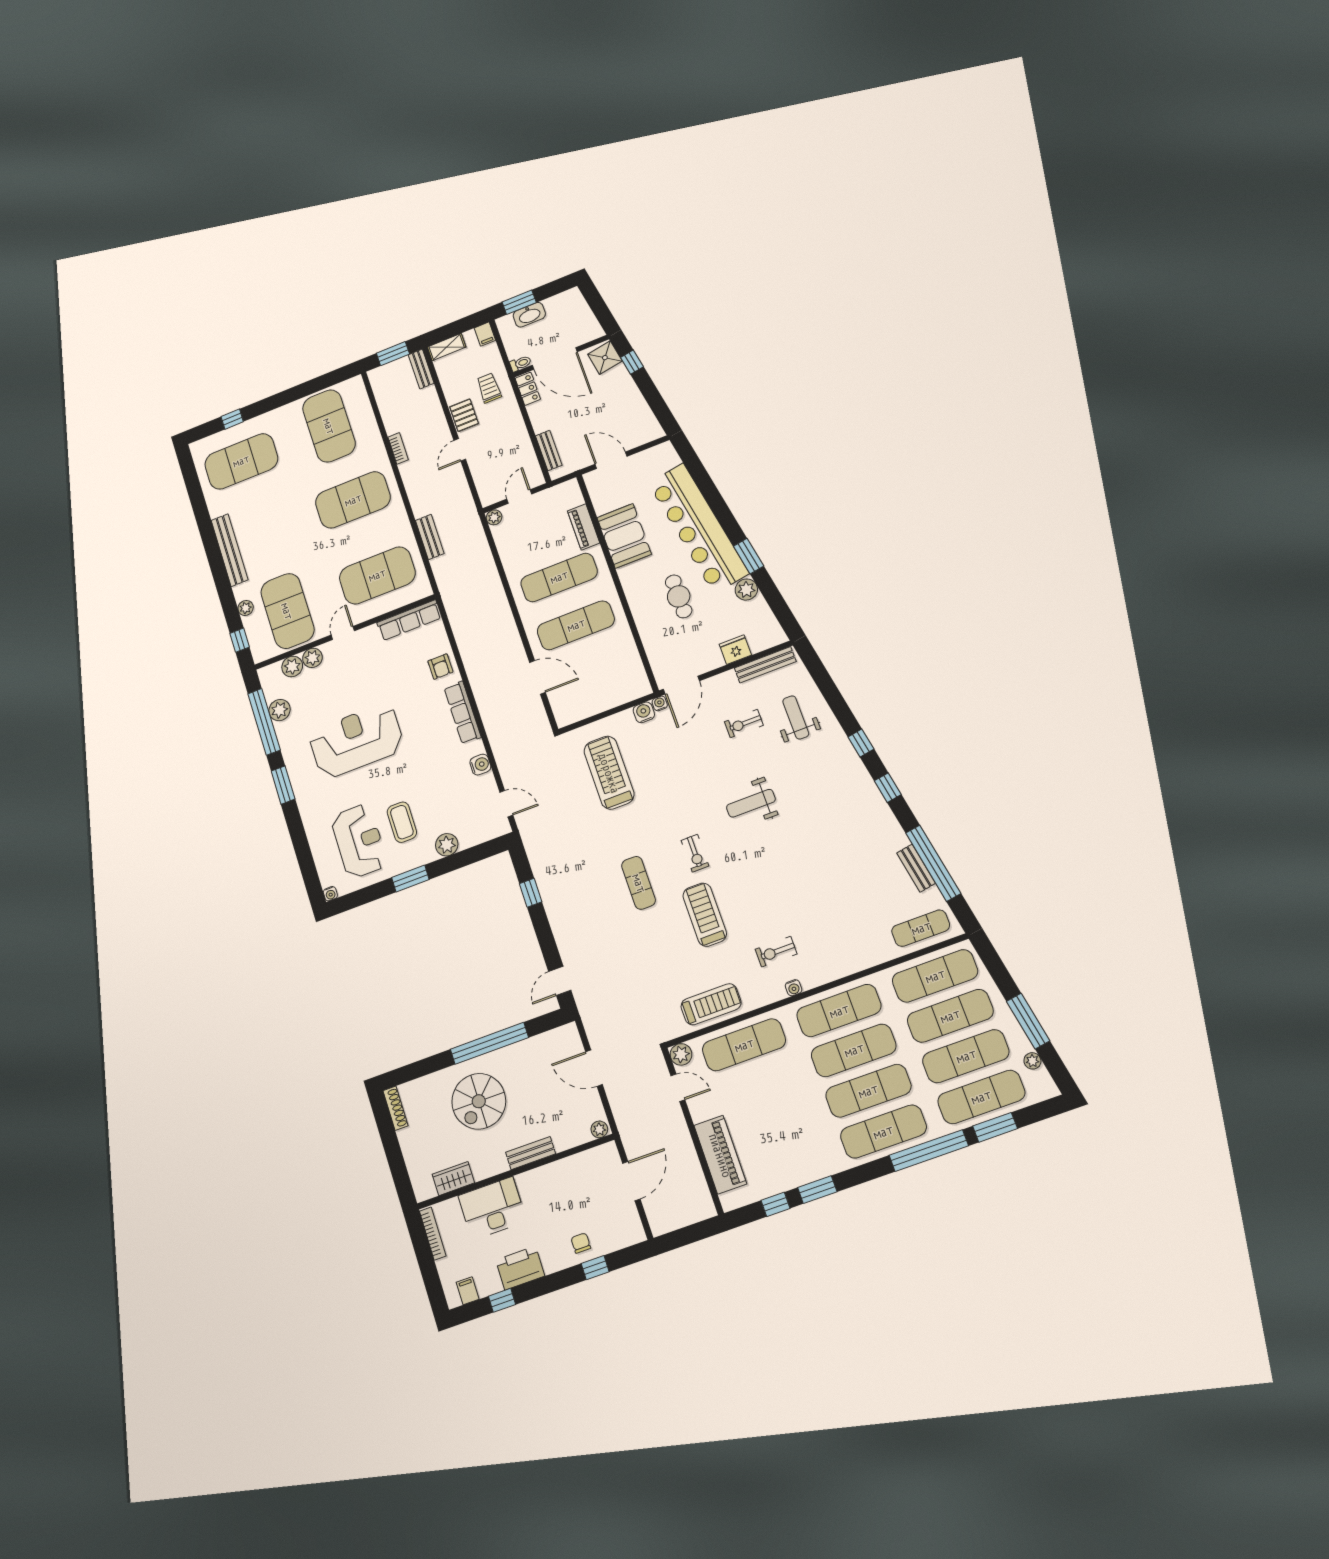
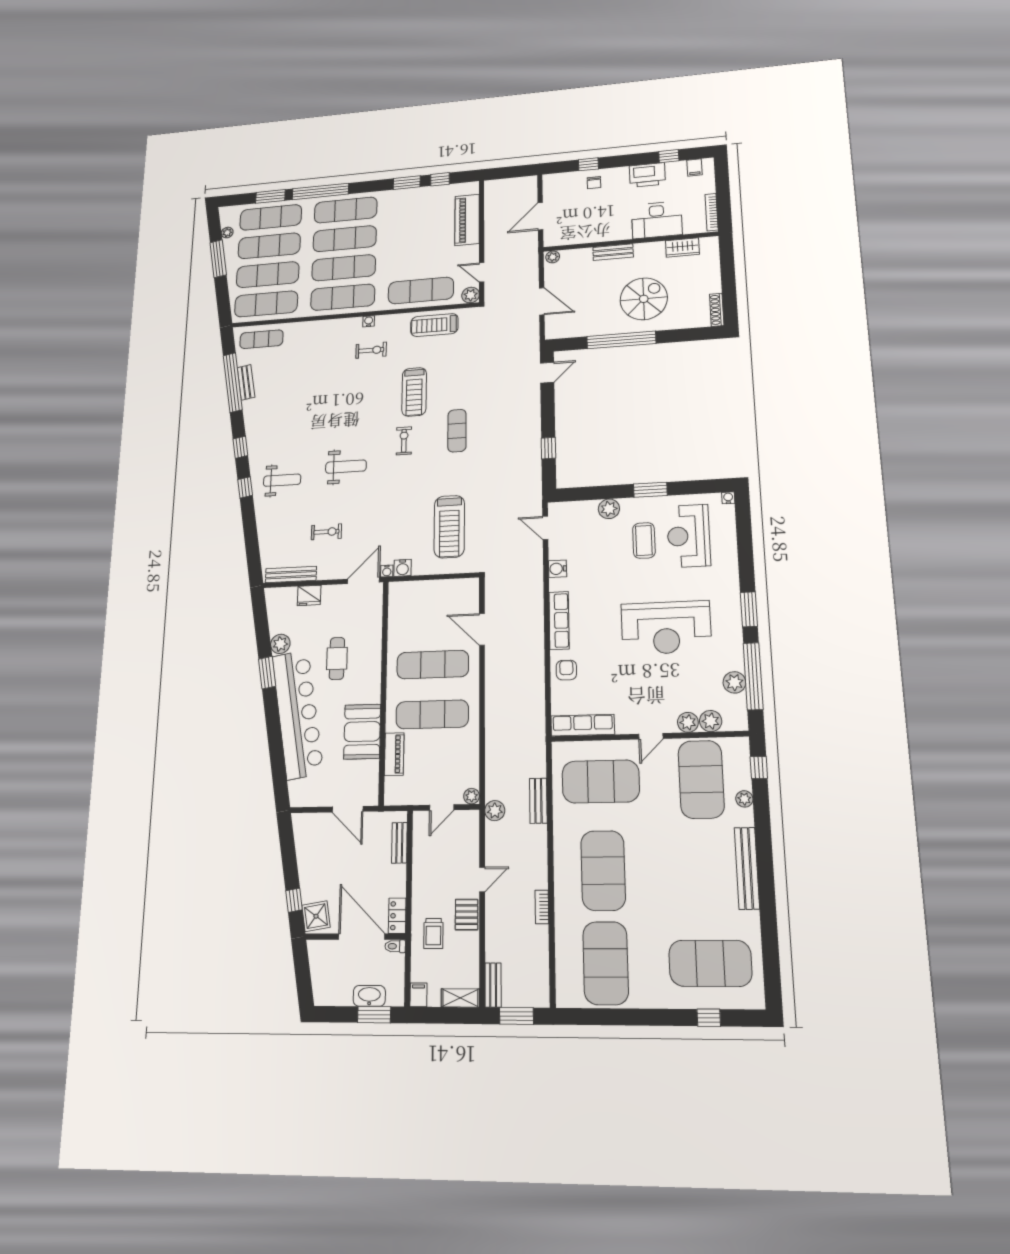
exercise mat: (353, 500) -> (603, 870), turned 90
plant: (468, 513) -> (495, 811), added
weight bench: (796, 717) -> (282, 480), moved, turned -90

